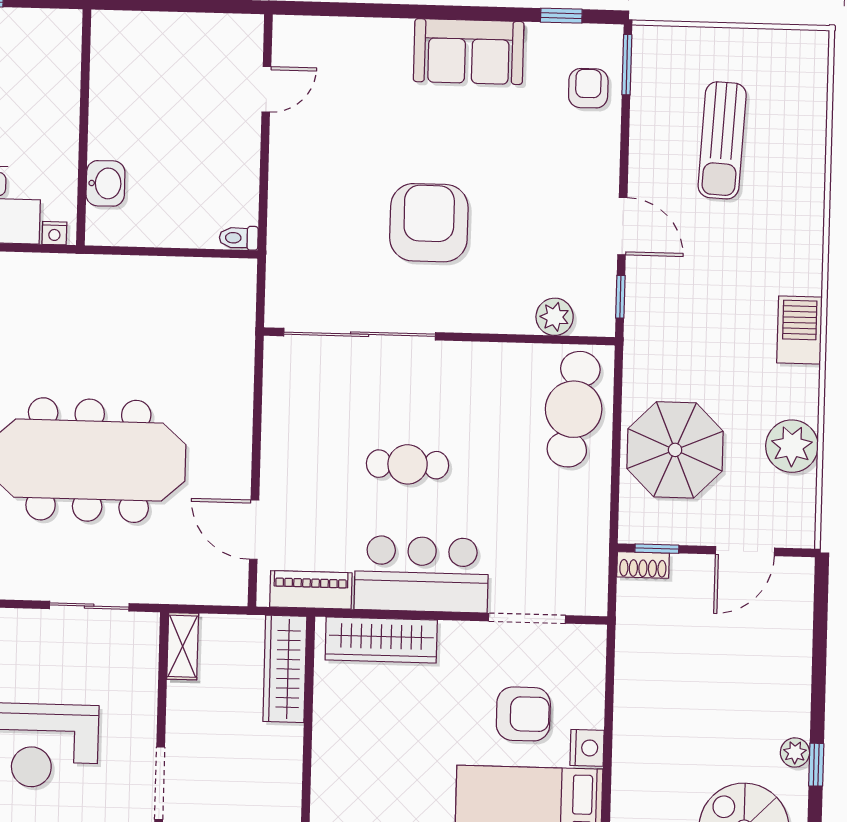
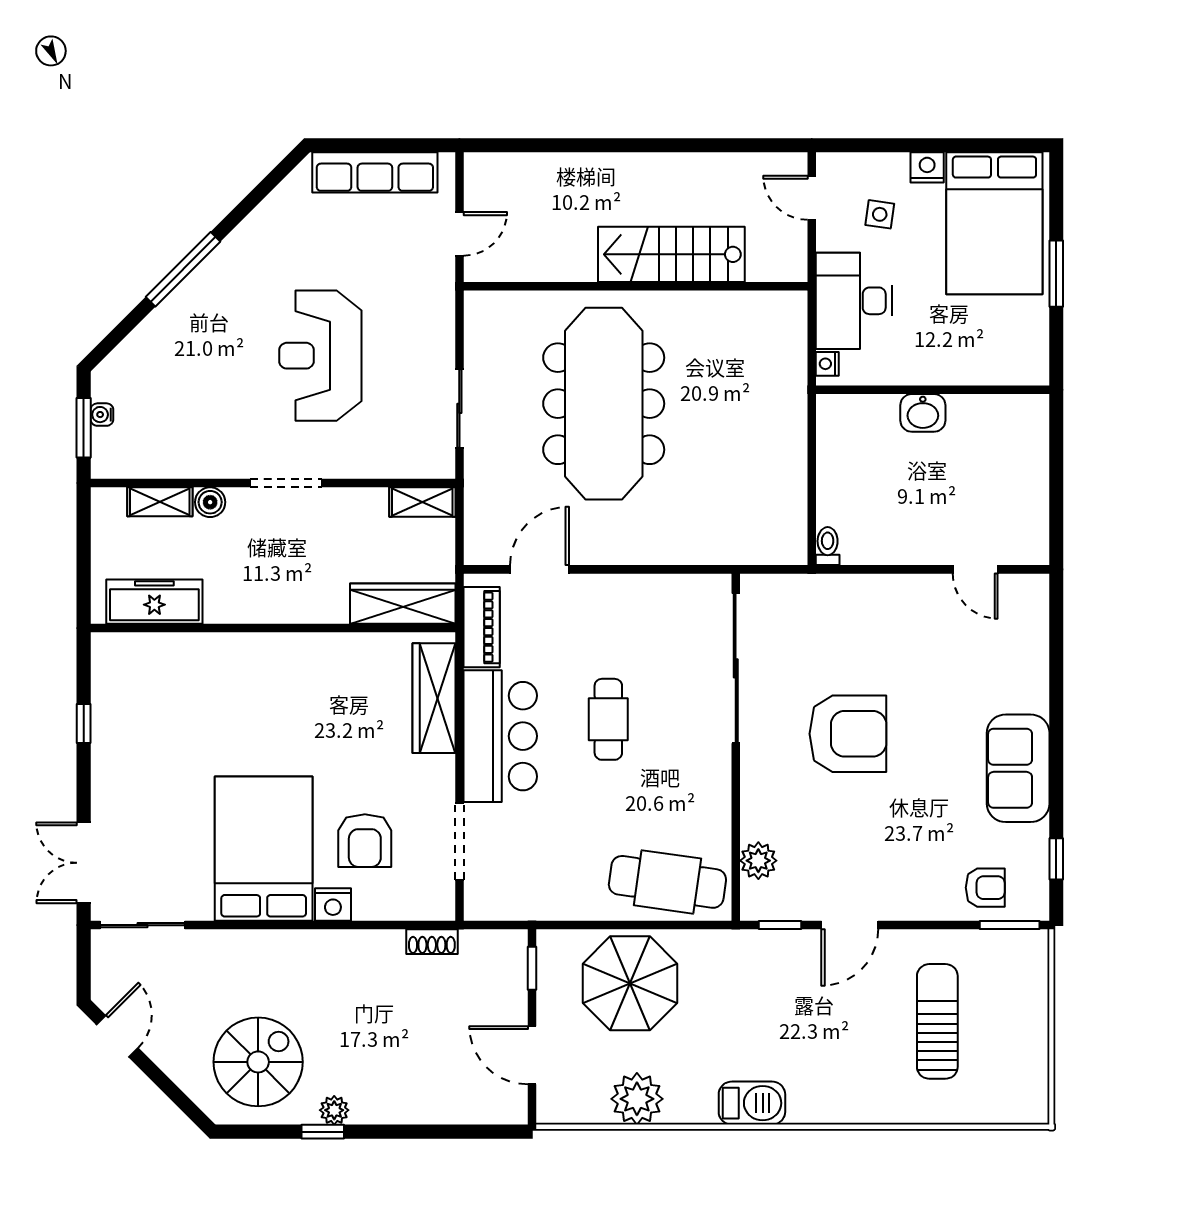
sun lounger: (722, 140) -> (937, 1021), turned 87
washbasin: (105, 183) -> (923, 413), moved
shoe rack: (643, 565) -> (432, 942), moved, turned -90

